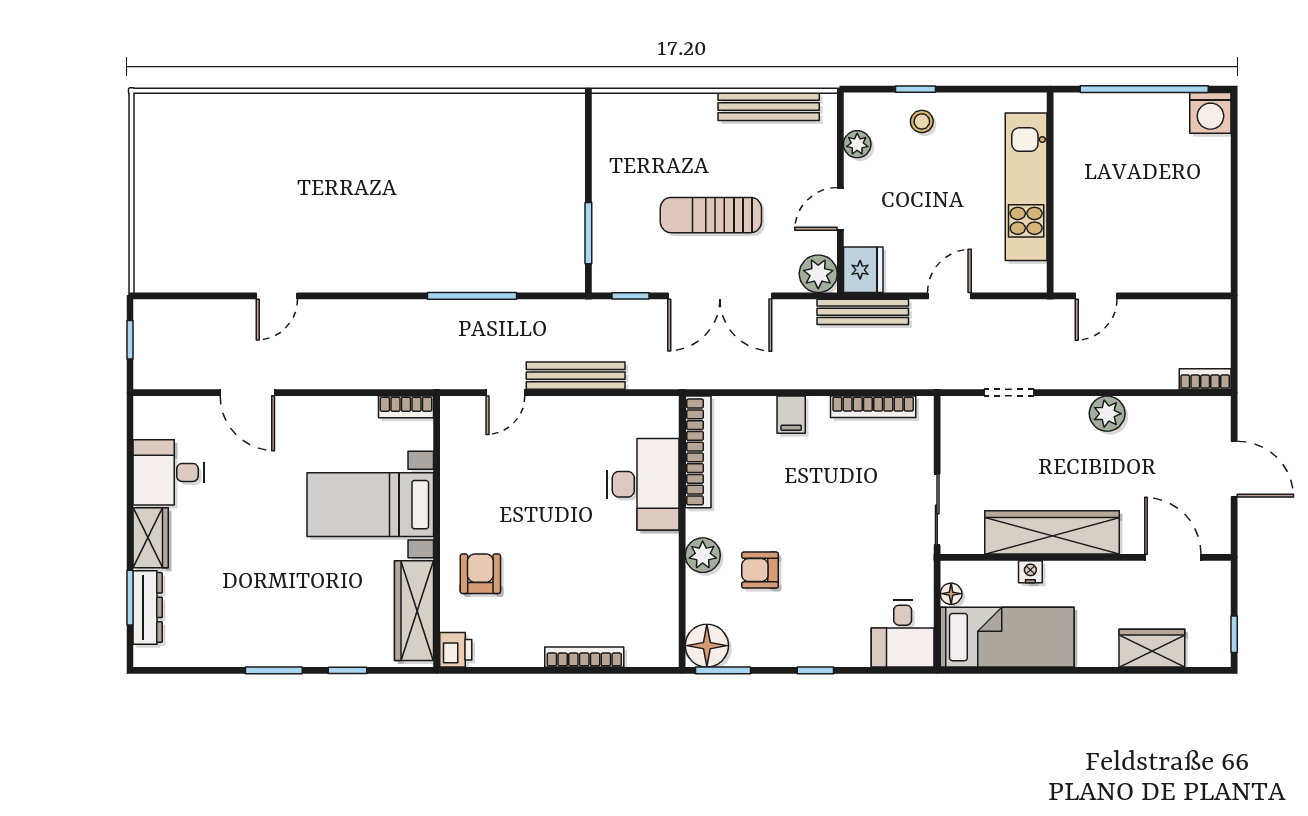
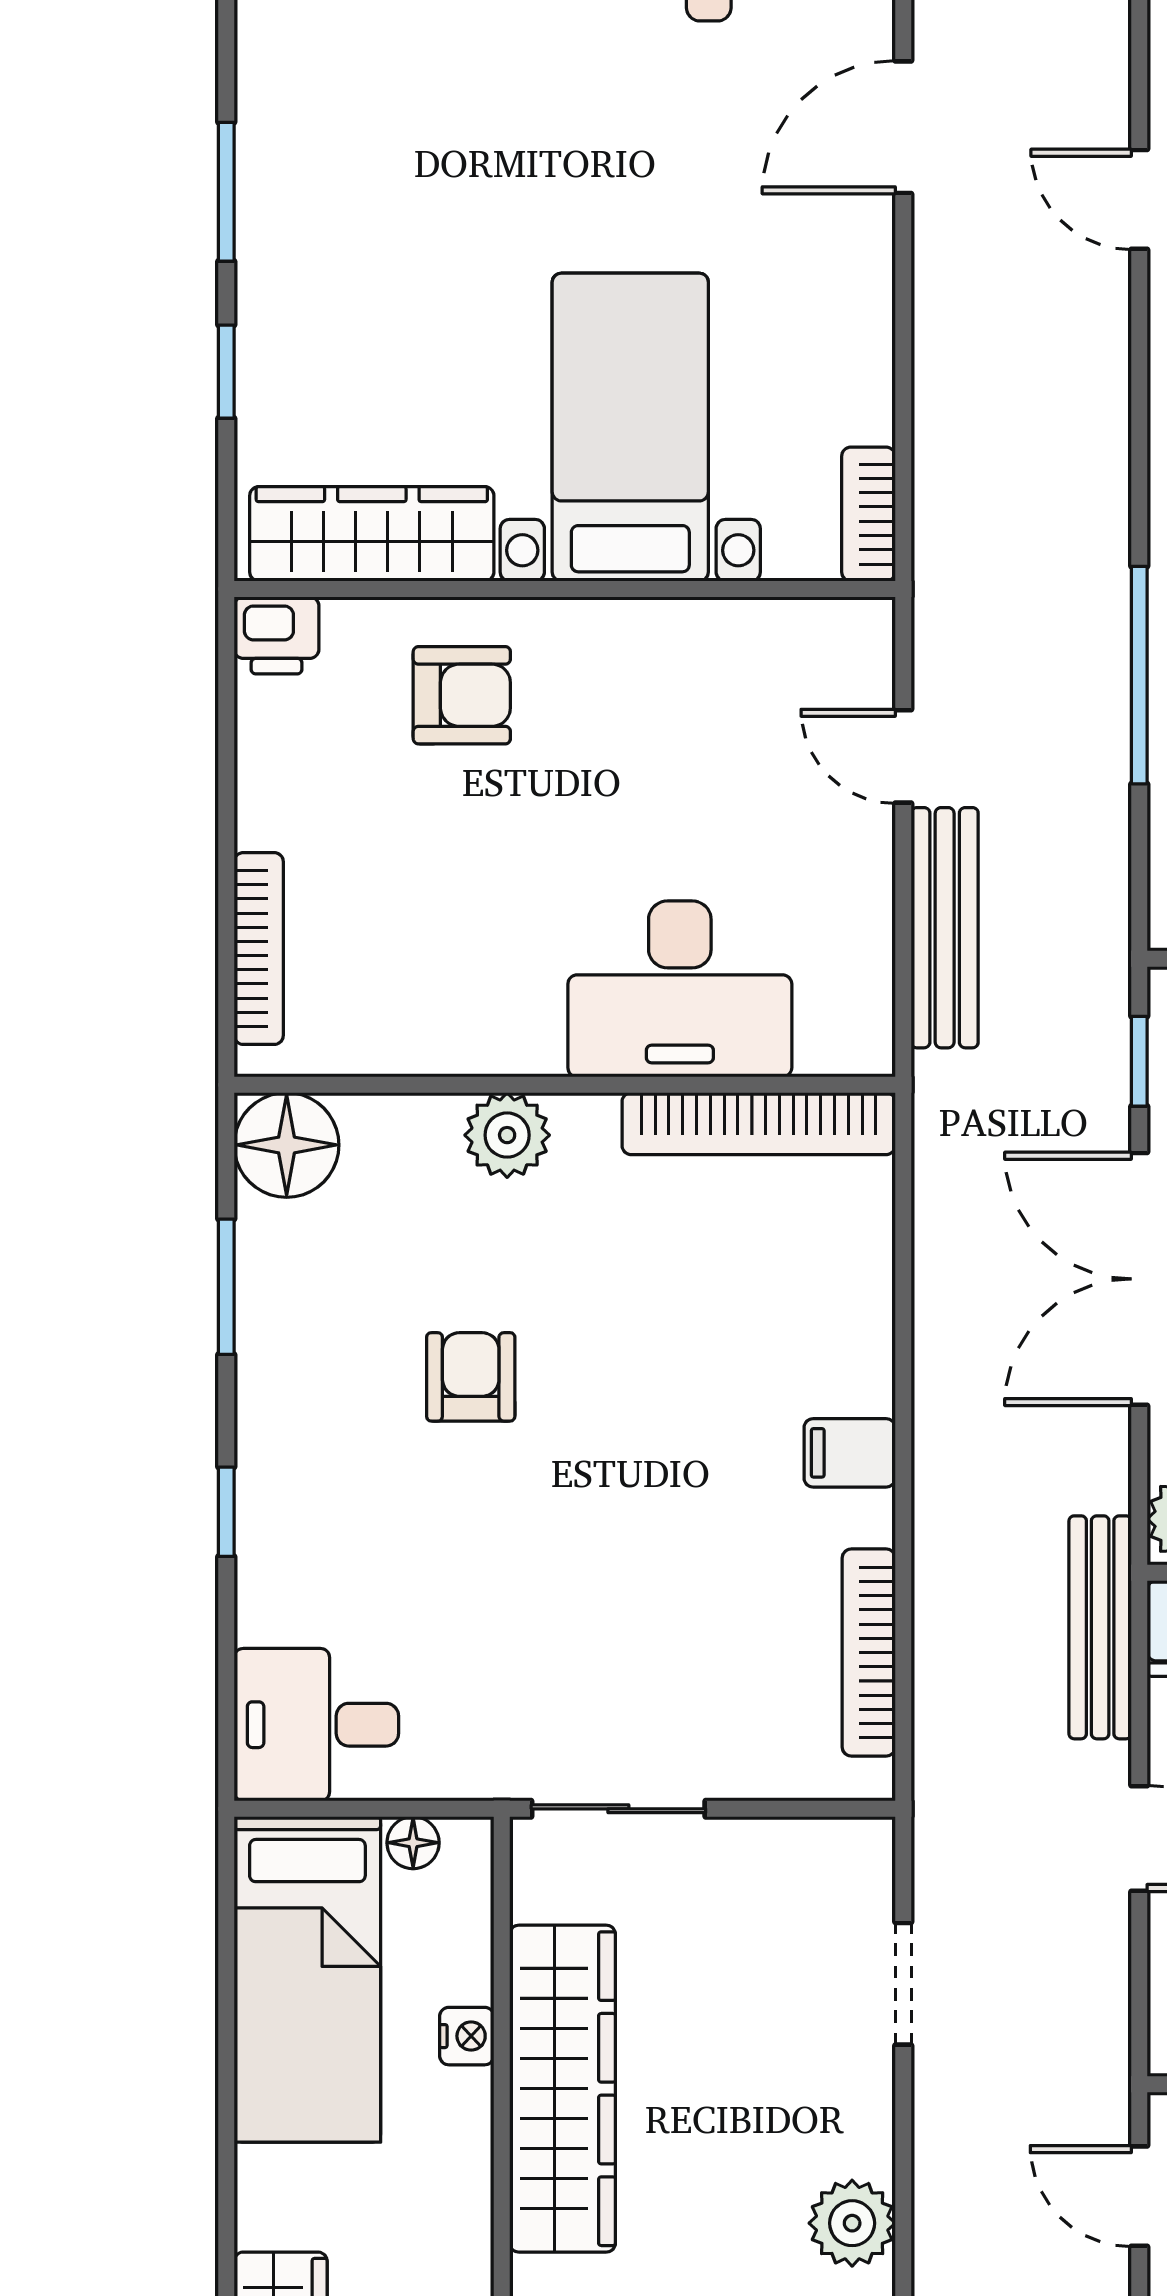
bookcase: (698, 452) -> (759, 1124), moved
desk: (643, 484) -> (680, 989), moved
wall: (682, 531) -> (565, 1085), moved
plant: (703, 555) -> (507, 1135), moved
floor lamp: (707, 646) -> (287, 1145), moved

